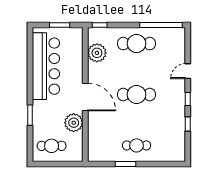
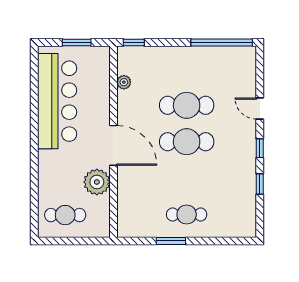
cafe table: (137, 44) -> (187, 105), moved
plant: (97, 53) -> (124, 82), width x0.53, depth x0.53
door: (188, 71) -> (260, 108), hinge flipped
window: (30, 115) -> (34, 171), removed

